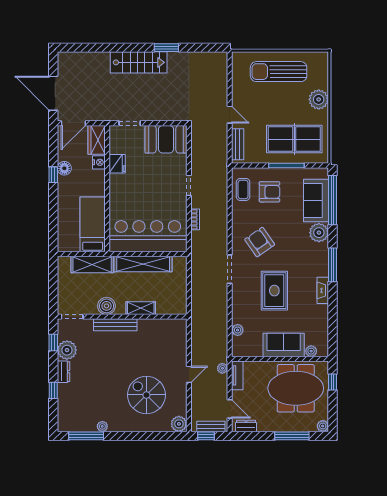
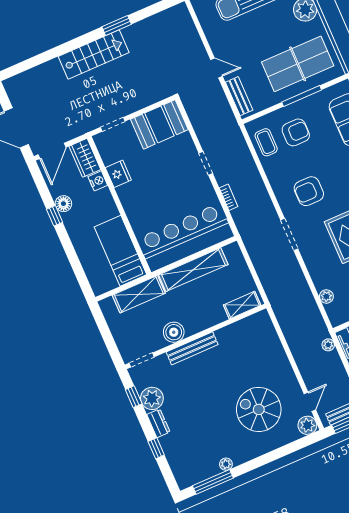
armchair: (260, 242) -> (309, 191), turned -55
shelving: (141, 308) -> (242, 305), moved
door: (189, 374) -> (310, 402), moved

